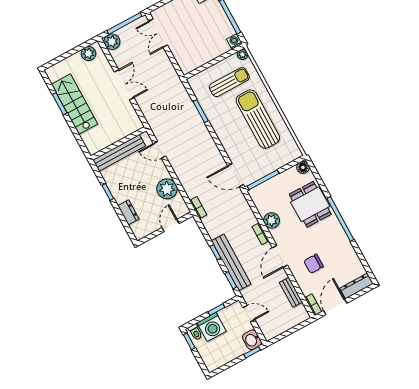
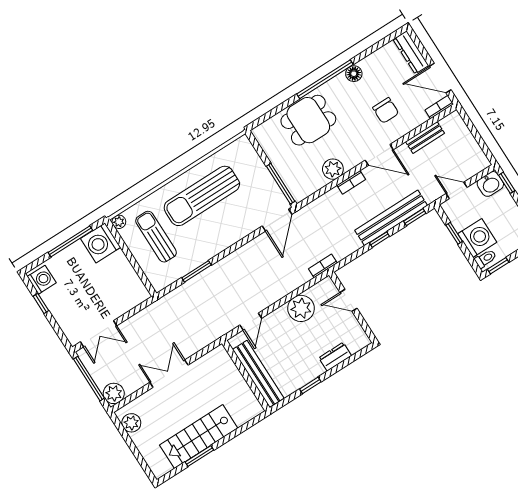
washing machine: (235, 41) -> (101, 243), width x1.89, depth x1.89
floor lamp: (303, 167) -> (354, 74), moved
door: (249, 314) -> (457, 190), hinge flipped

